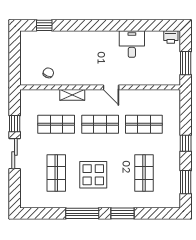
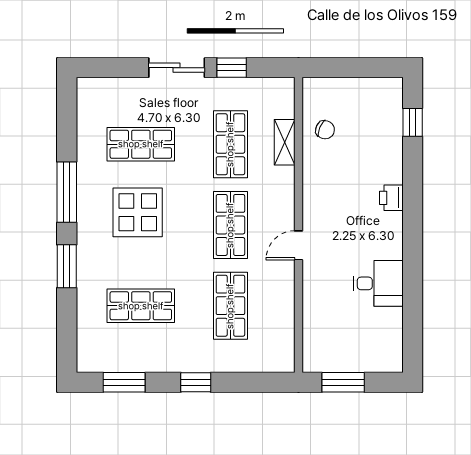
printer: (171, 37) -> (391, 198), moved
shelving: (72, 95) -> (285, 142), moved

